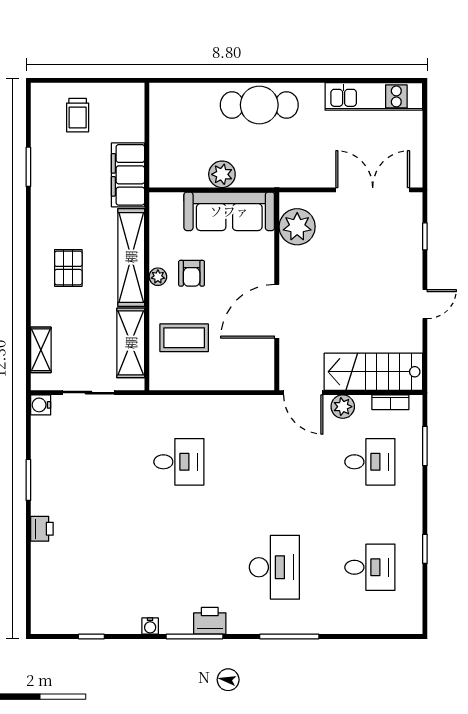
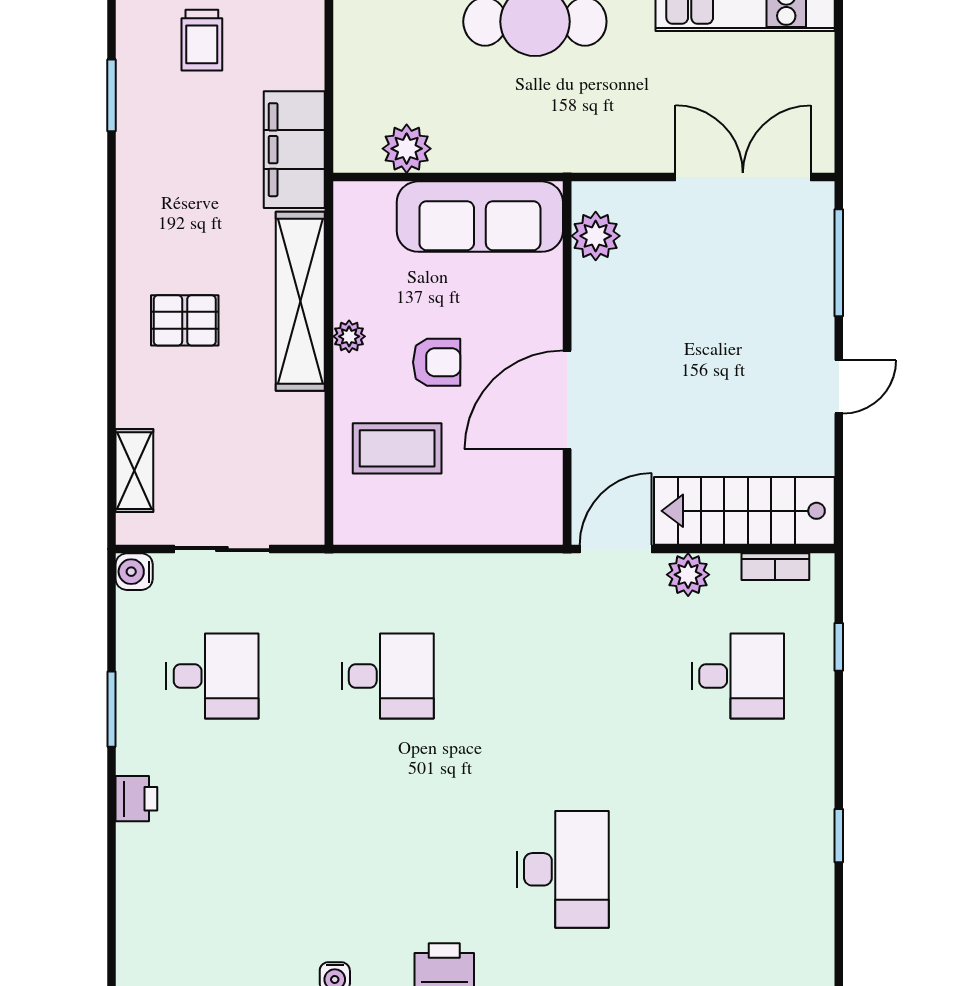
window: (28, 167) -> (112, 95), moved
plant: (222, 174) -> (407, 149), moved
plant: (297, 227) -> (596, 236), width x0.73, depth x0.73
window: (425, 236) -> (839, 263), width x2.17
pallet: (68, 268) -> (185, 320), turned 90
armchair: (192, 273) -> (437, 362), moved, turned -90
shelving: (131, 343) -> (299, 458), removed
door: (303, 393) -> (616, 549), swing flipped
window: (425, 446) -> (839, 647), width x0.67
desk: (370, 567) -> (212, 676), moved

